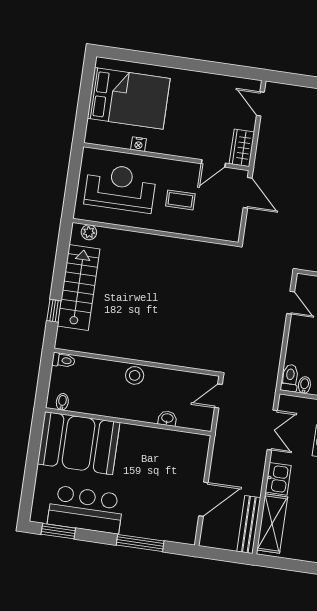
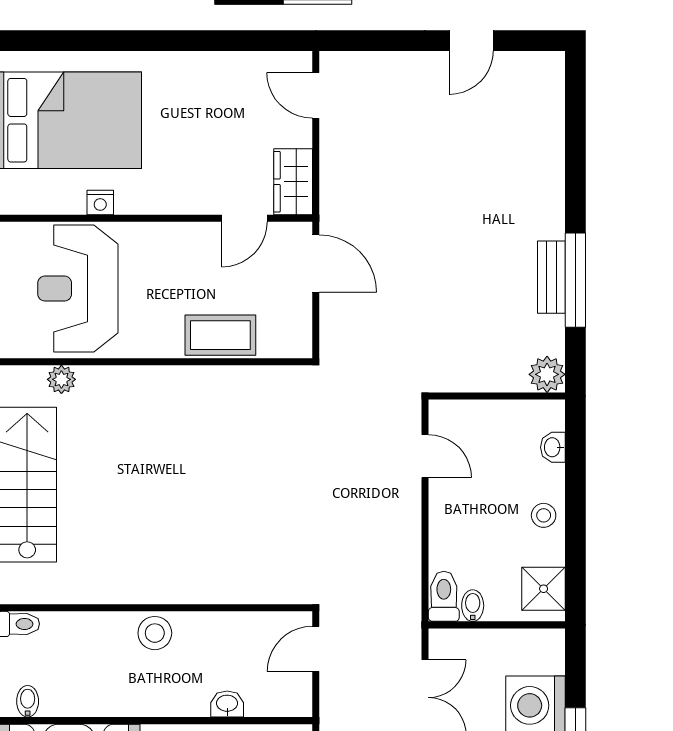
reception desk: (120, 188) -> (78, 289), turned -90
coffee table: (180, 200) -> (220, 335), moved, width x1.36, depth x1.30
plant: (89, 232) -> (61, 379), moved

